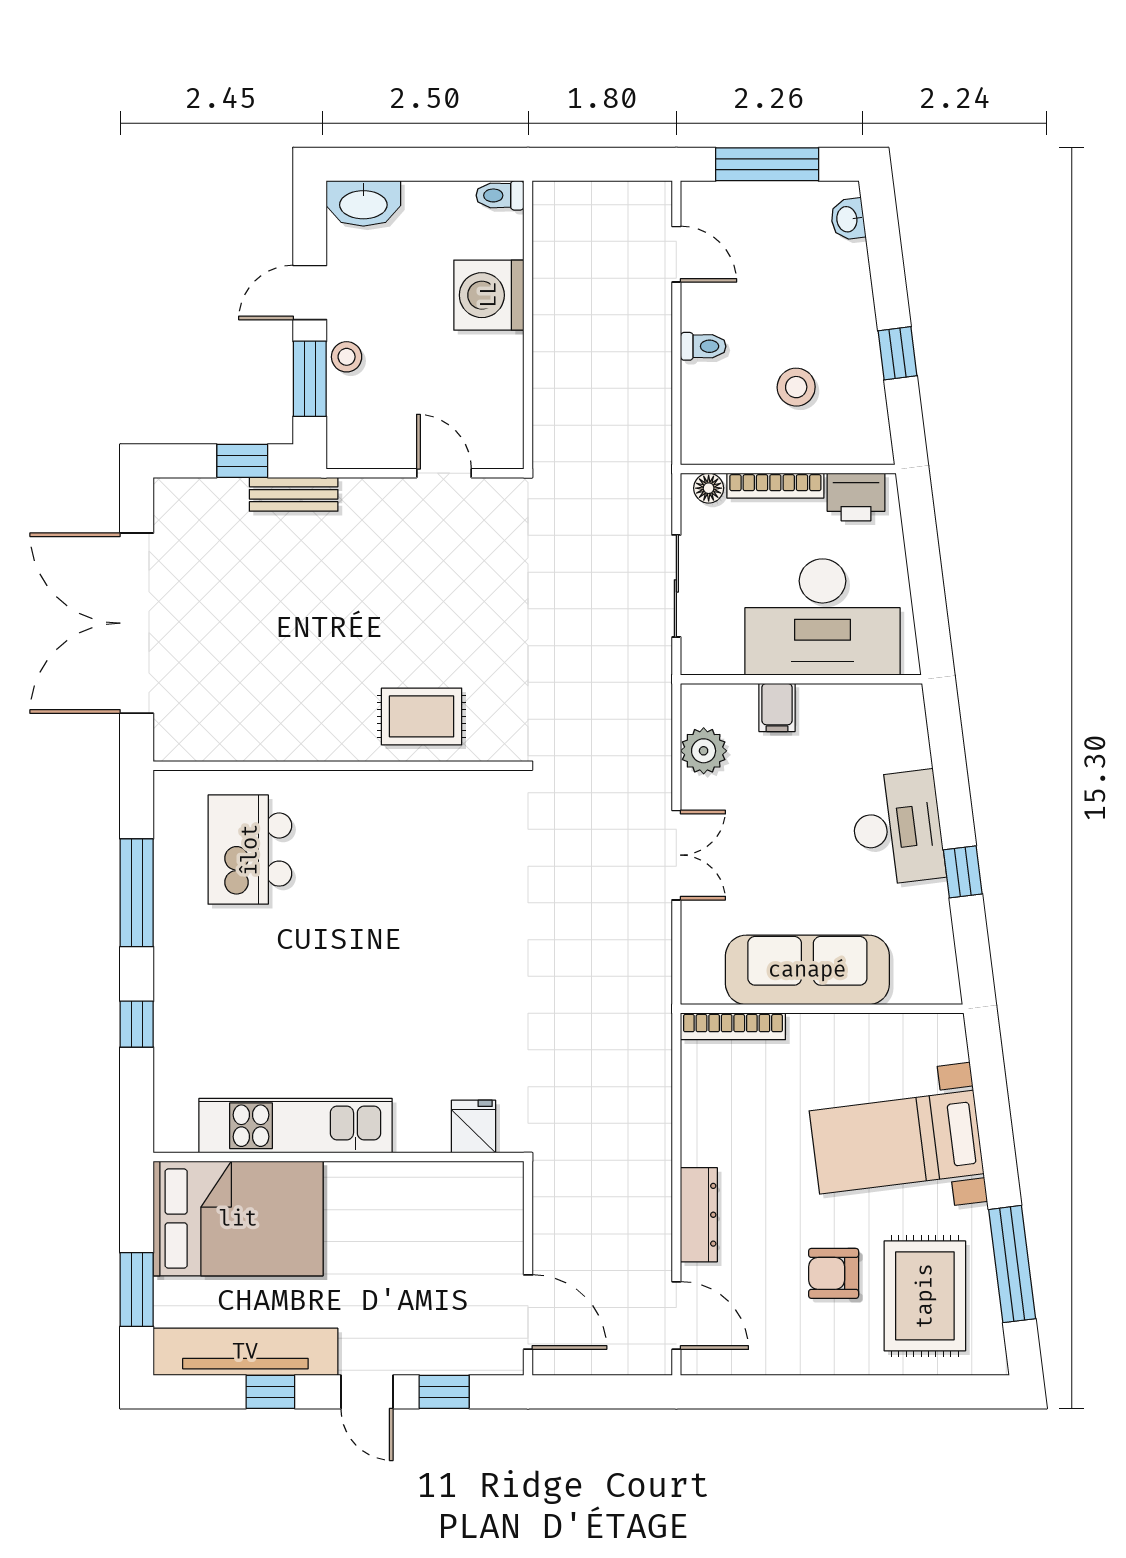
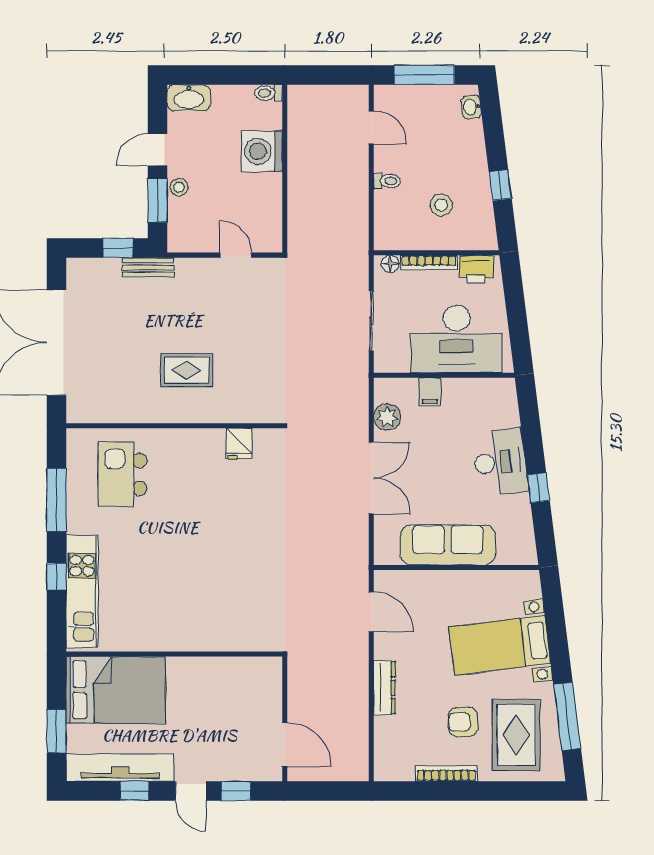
rug: (422, 716) -> (187, 370), moved
double door: (676, 855) -> (371, 478), width x1.37
bookcase: (733, 1026) -> (446, 774), moved, turned 180
kitchen unit: (295, 1126) -> (82, 592), moved, turned 90
fridge: (474, 1127) -> (239, 444), moved, turned 180
door: (676, 1315) -> (371, 612), moved

